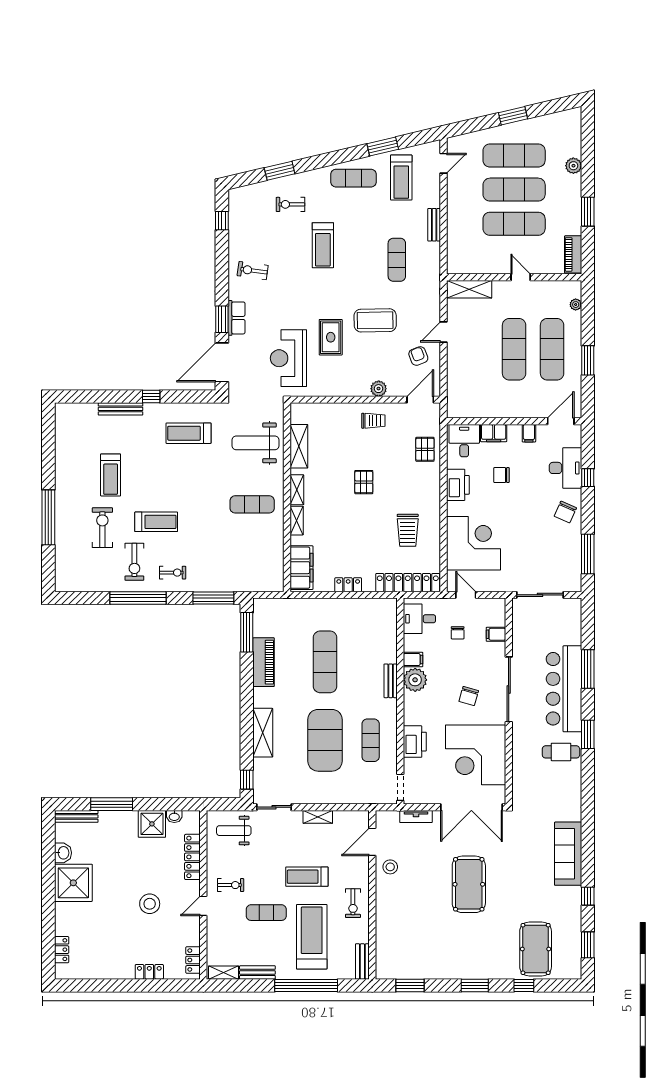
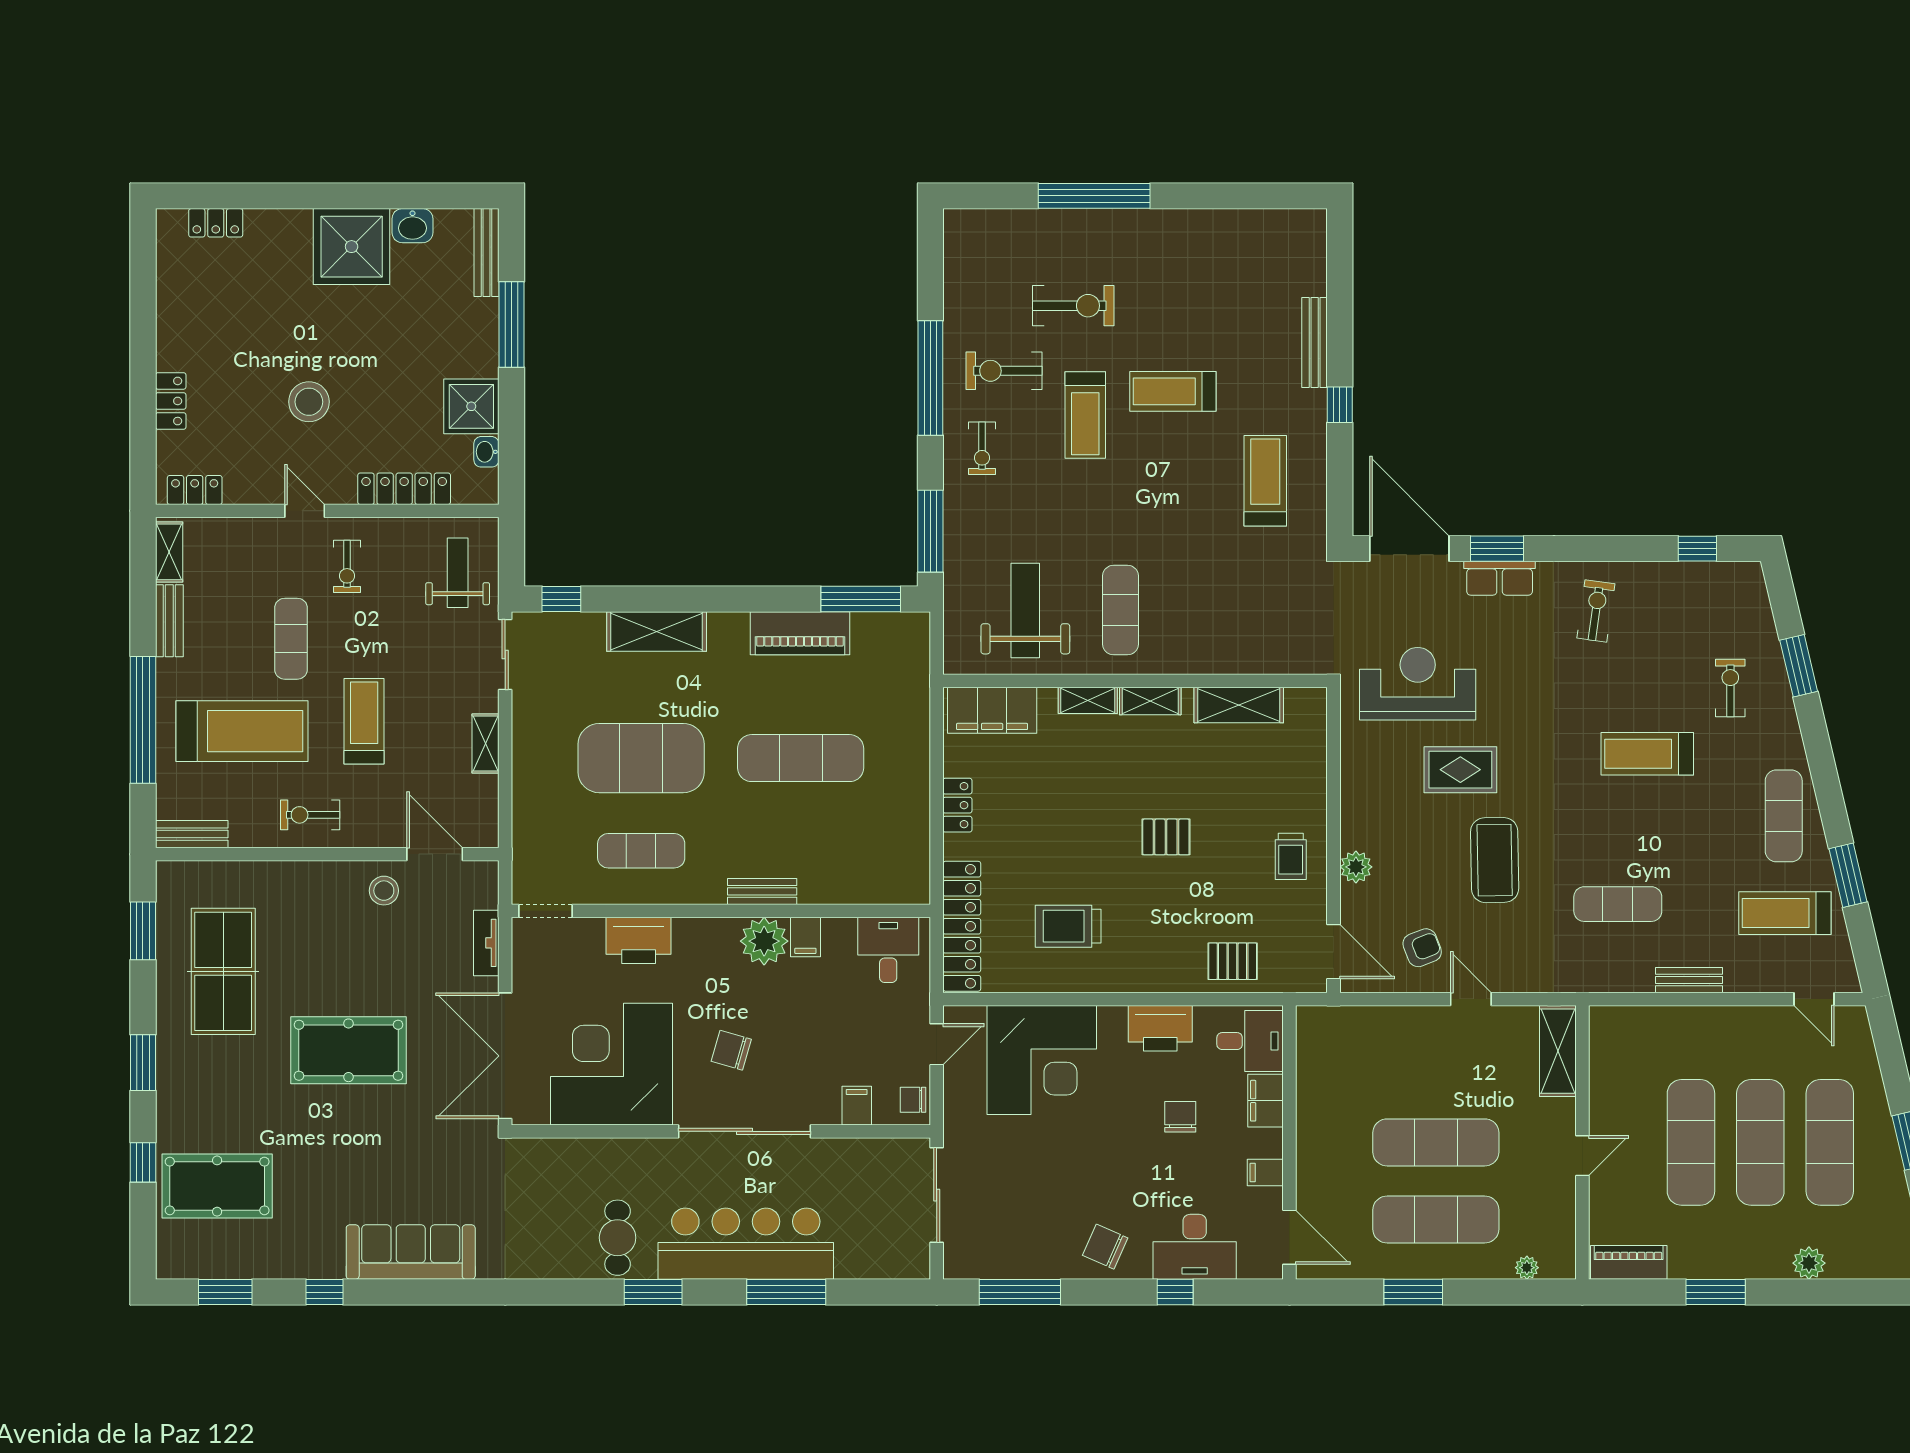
weight bench: (255, 443) -> (1025, 610), moved
treadmill: (111, 475) -> (1173, 391), moved
chair: (458, 633) -> (913, 1100), moved
table tennis table: (430, 946) -> (223, 971), added

